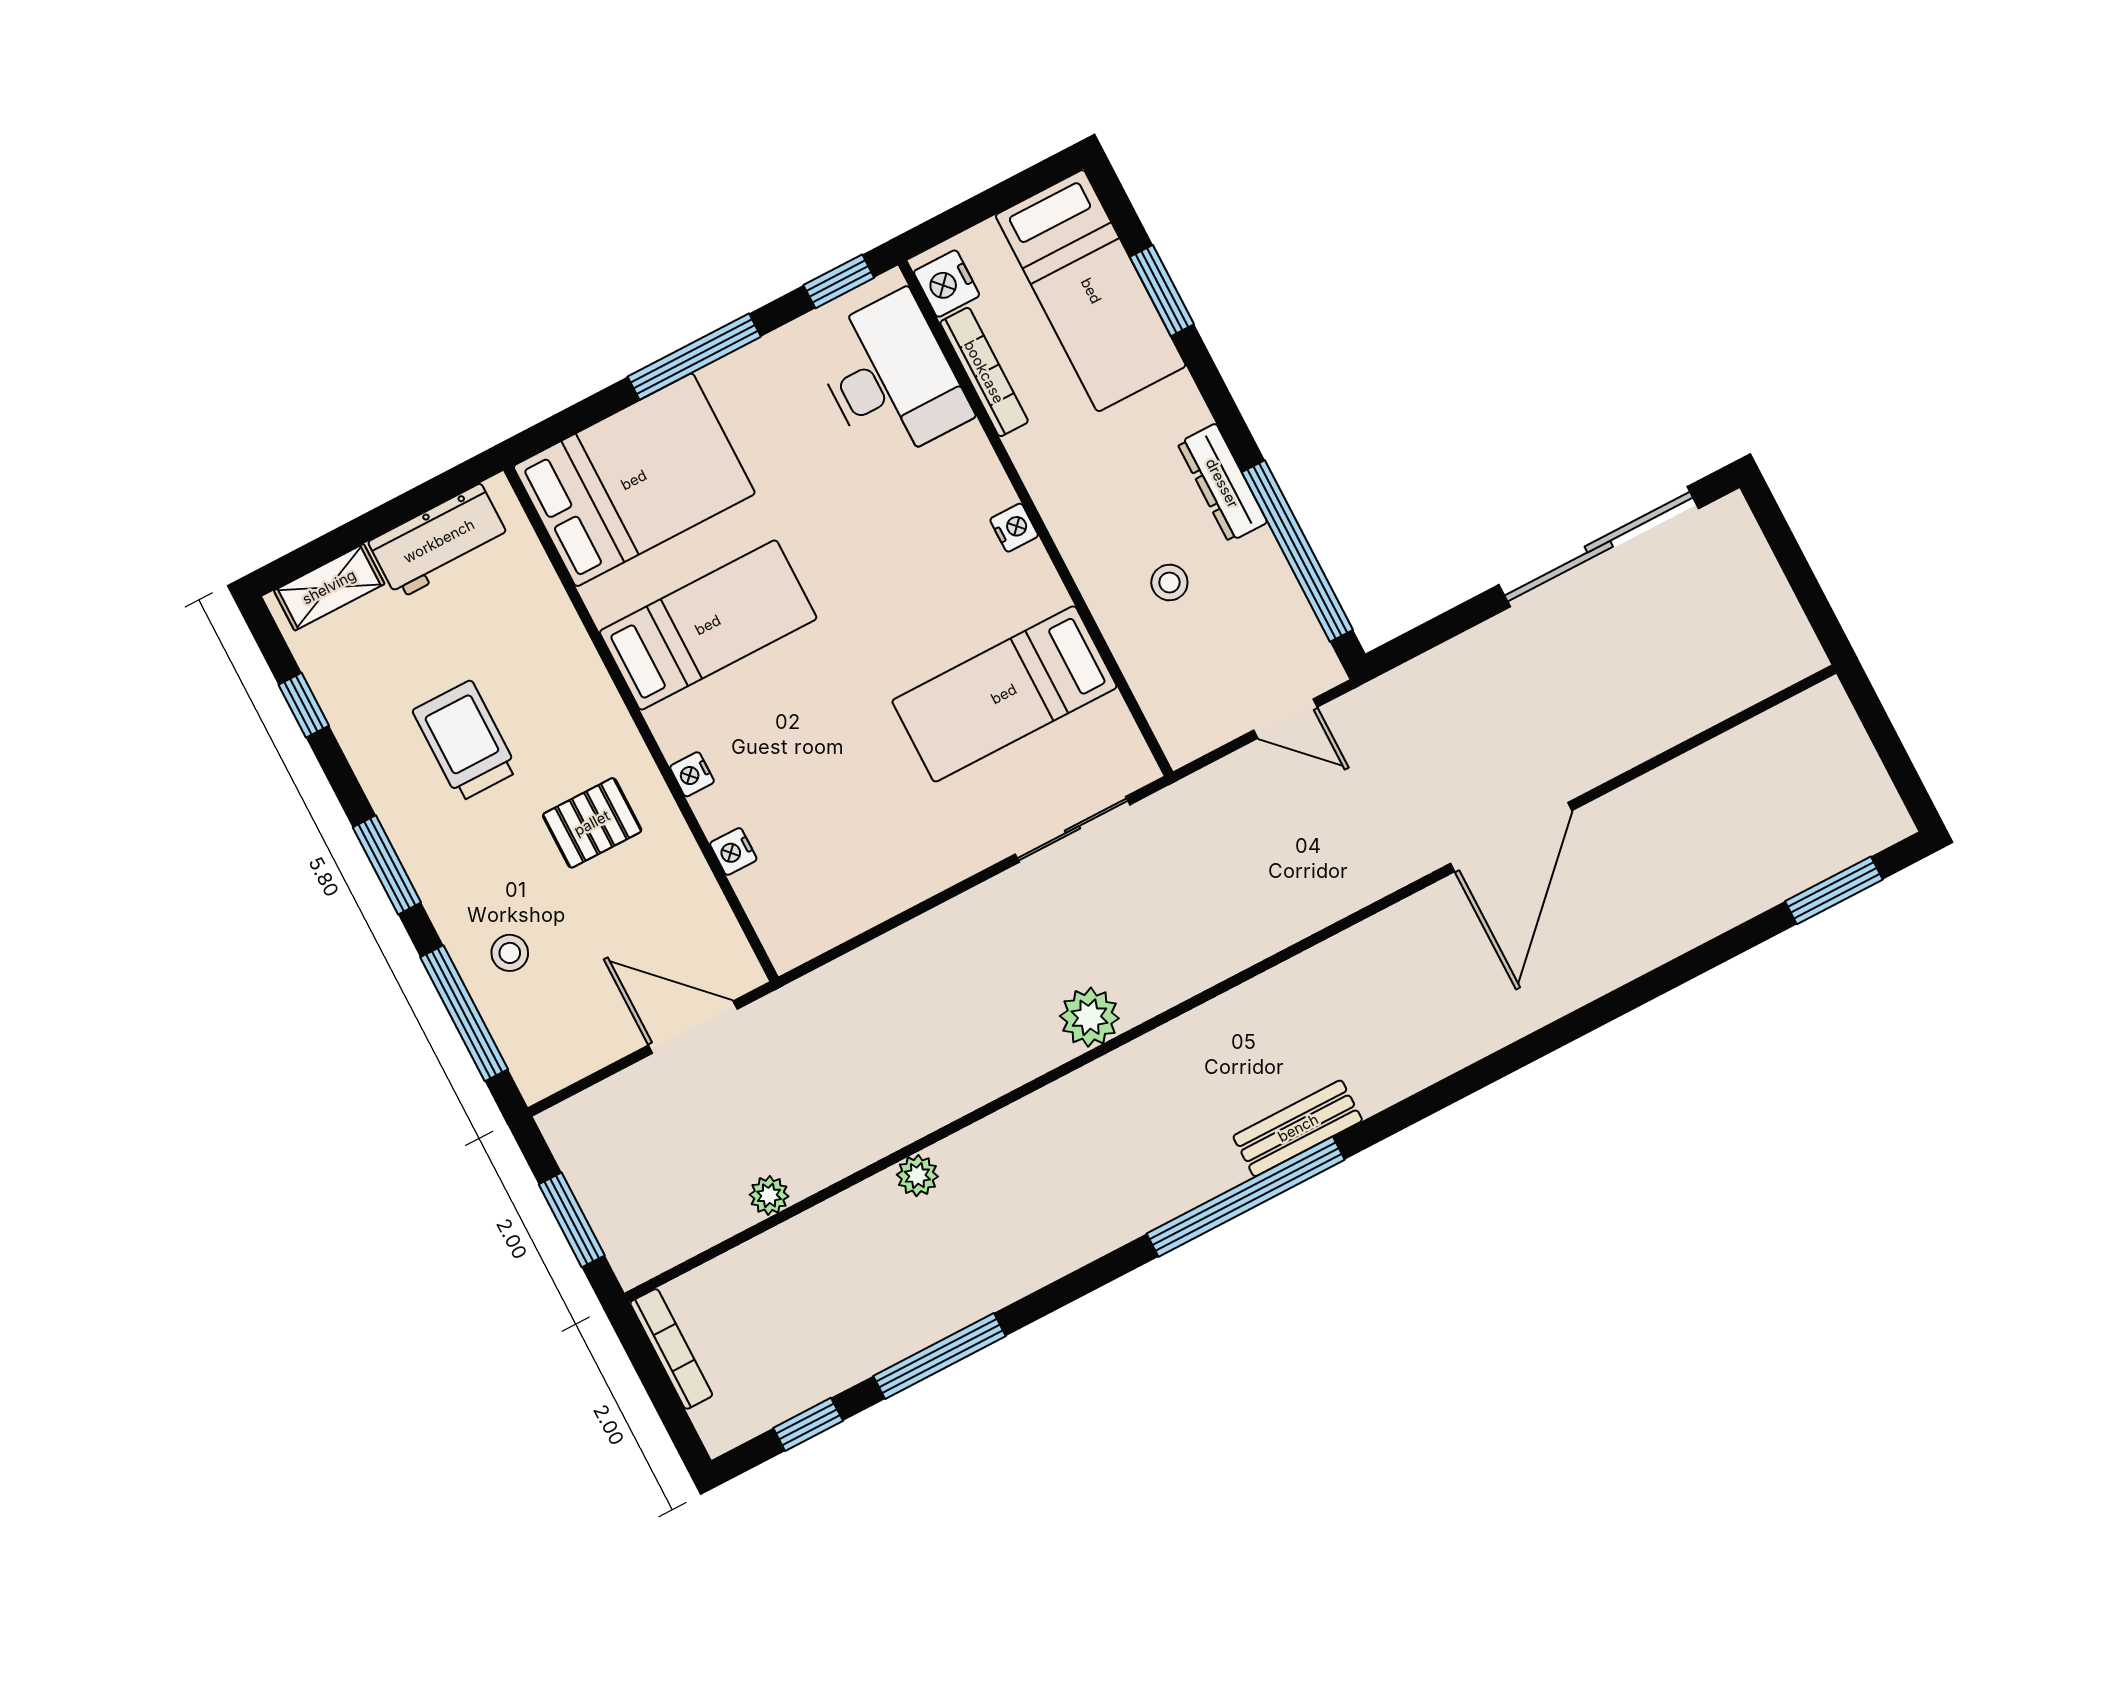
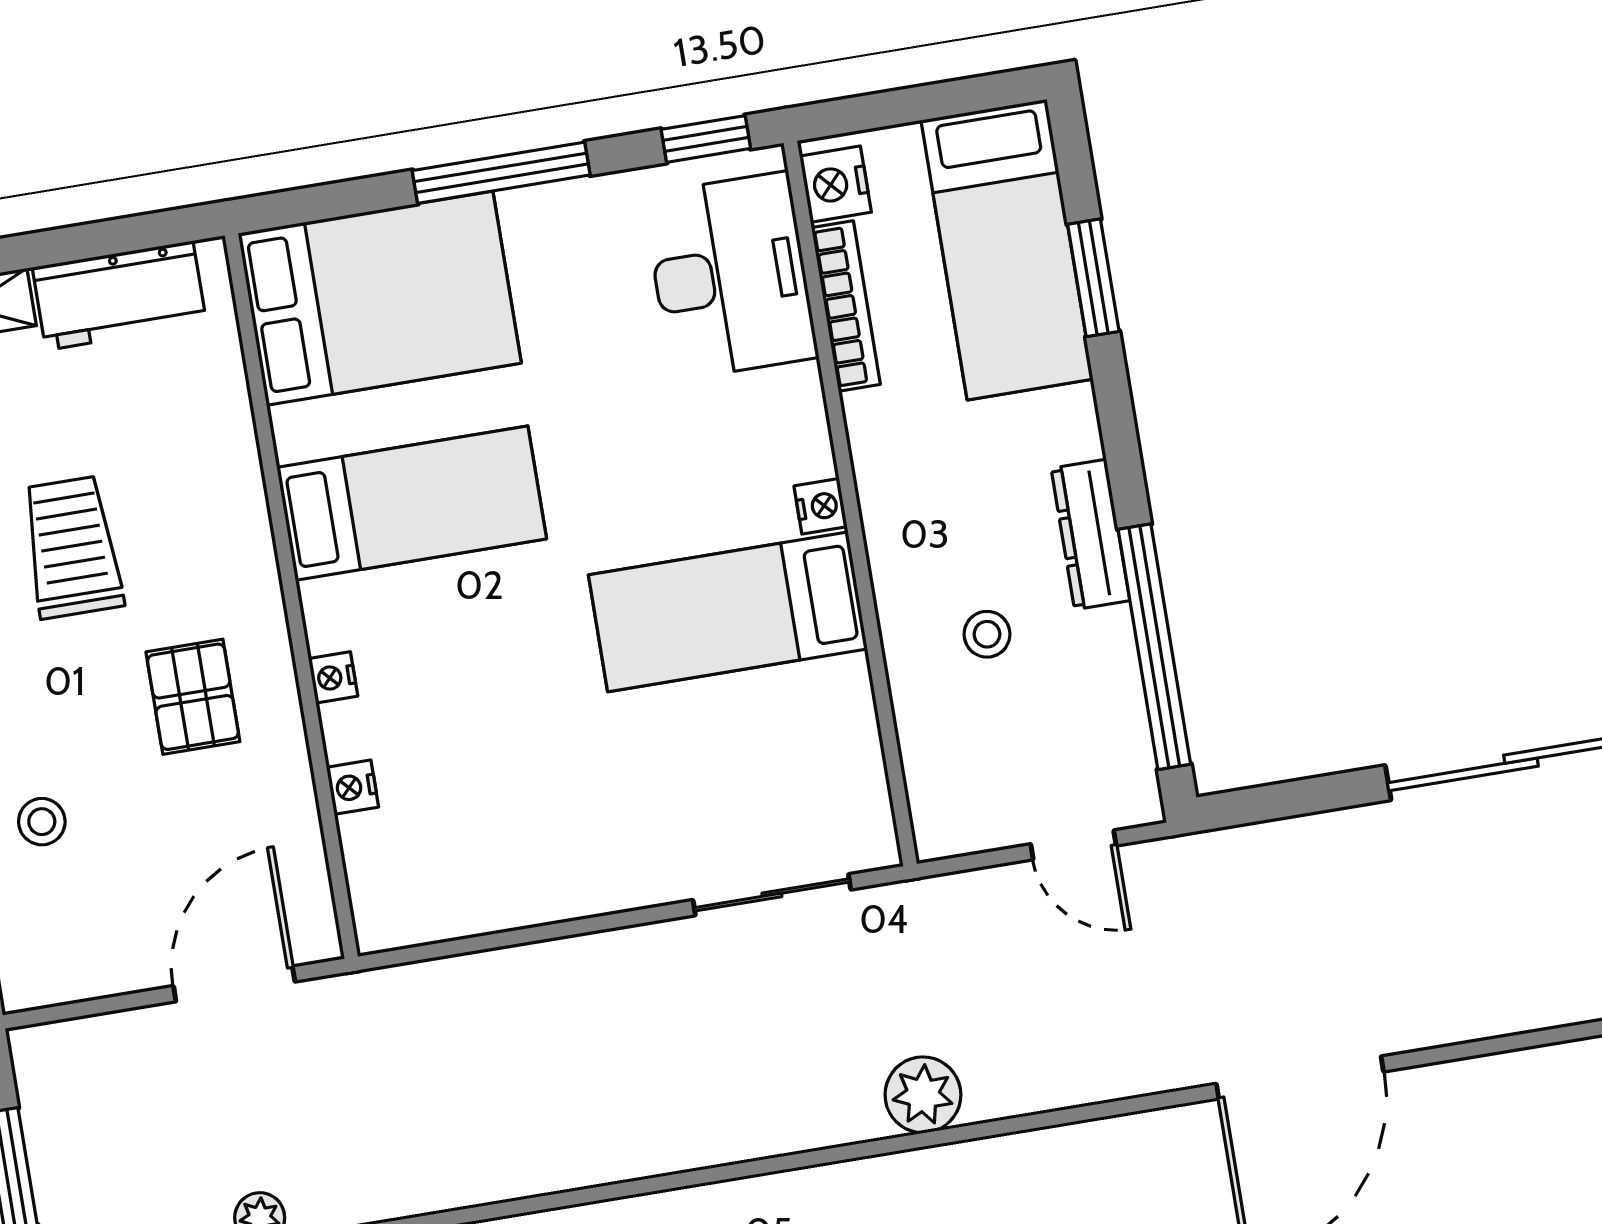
bed: (1004, 694) -> (728, 612), moved
pallet: (592, 823) -> (193, 697), turned 90
plant: (1089, 1017) -> (923, 1095), moved
door: (693, 1027) -> (234, 984), hinge flipped

